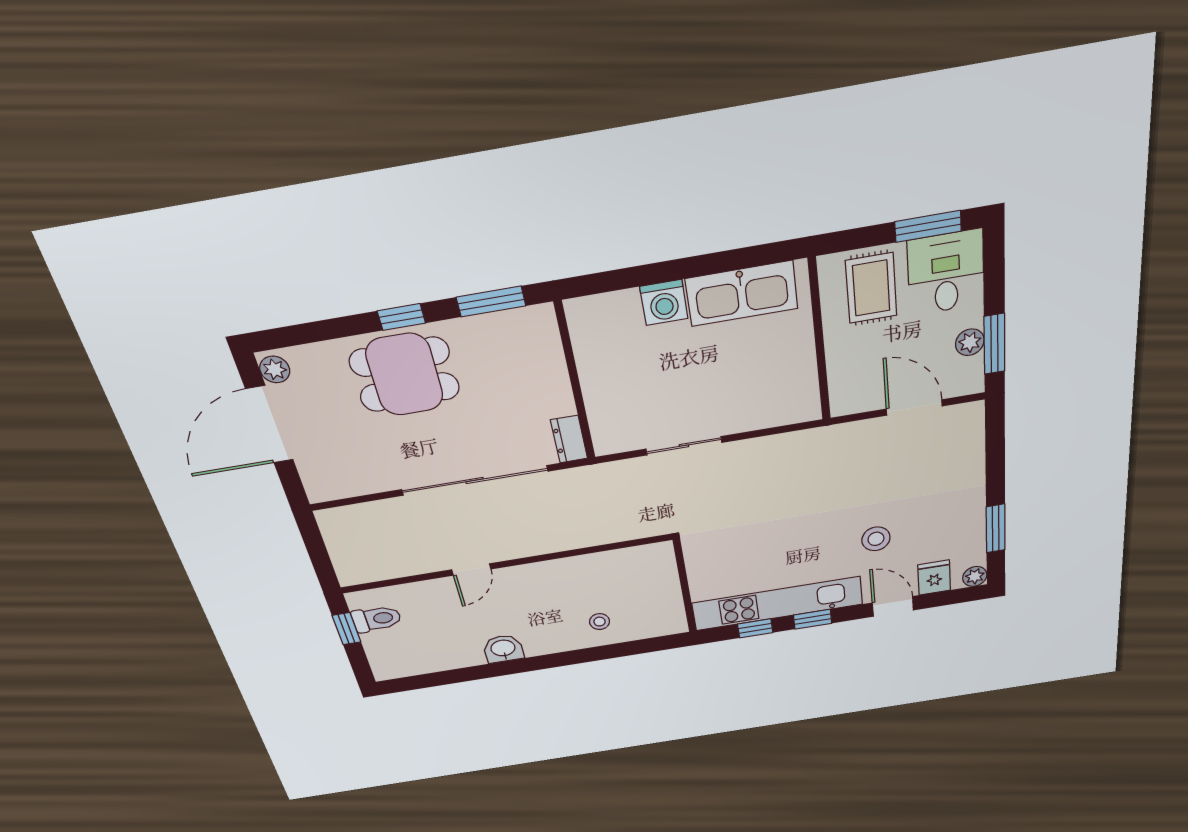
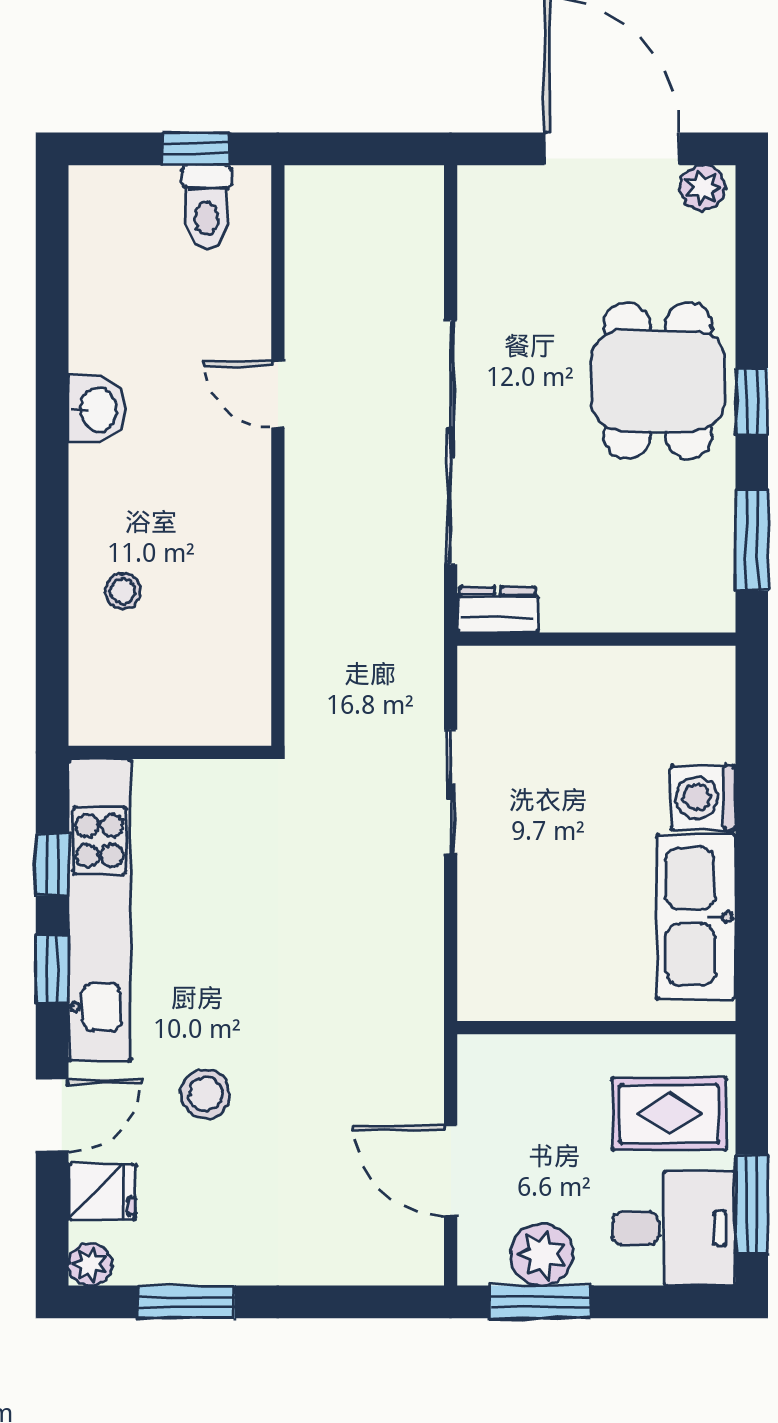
plant: (970, 342) -> (542, 1255), width x1.38, depth x1.38
door: (914, 407) -> (451, 1171), swing flipped

